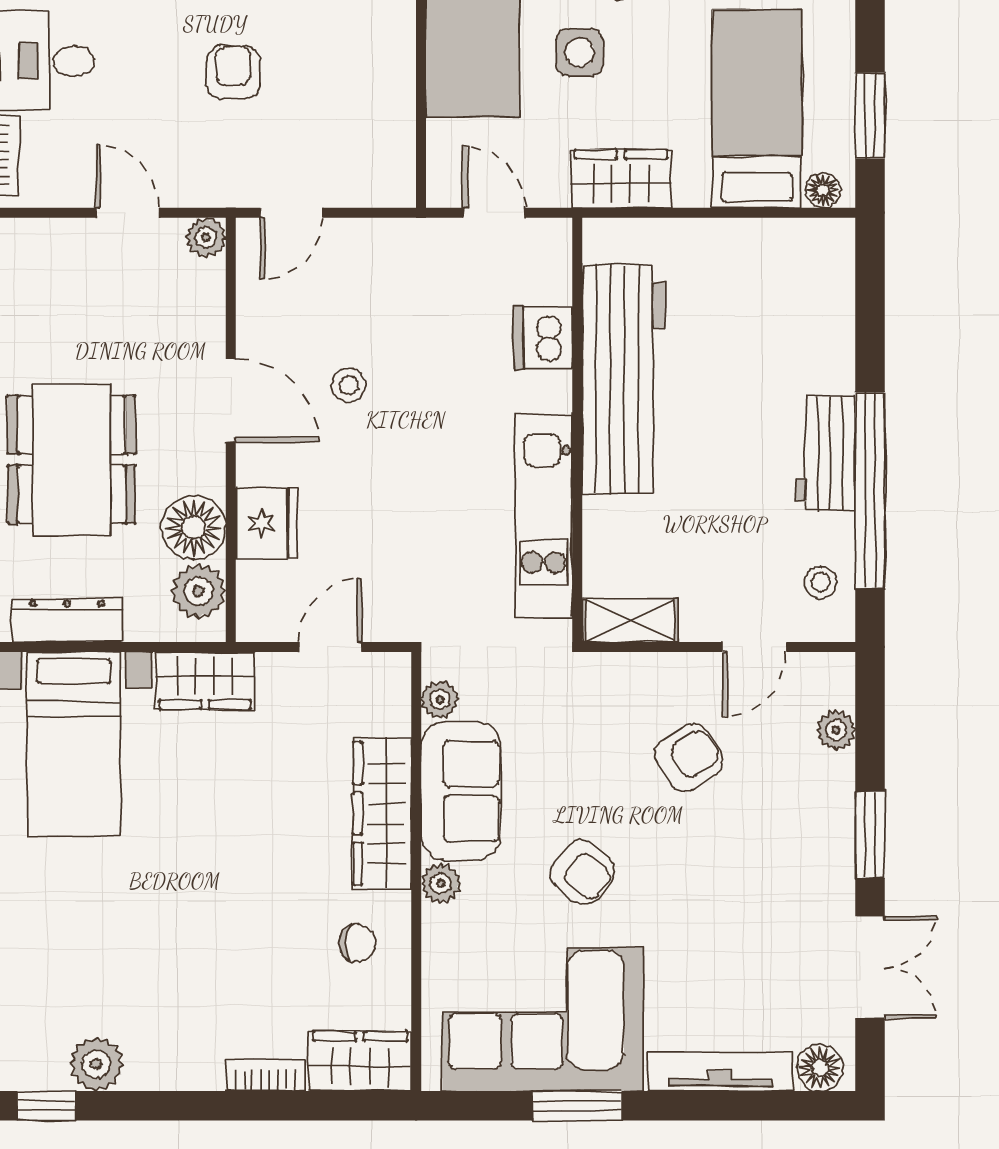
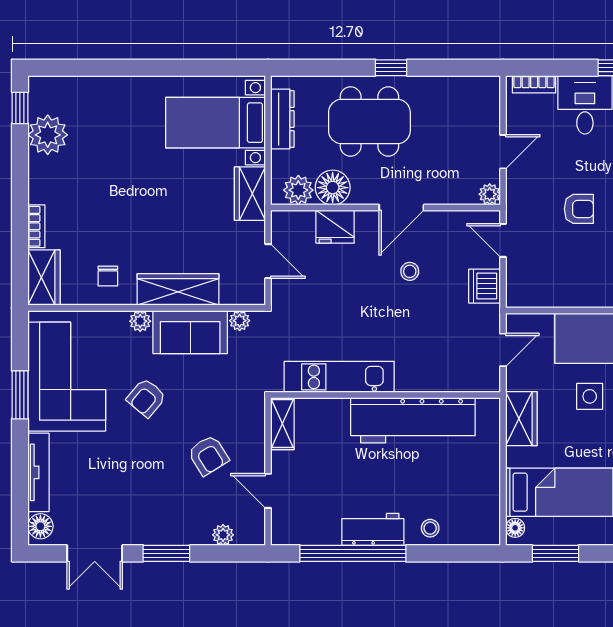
dishwasher: (543, 338) -> (484, 286), moved, turned -90
stool: (820, 582) -> (430, 528), moved
plant: (96, 1064) -> (48, 135), width x1.36, depth x1.36

